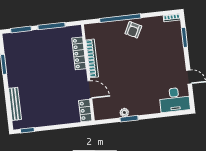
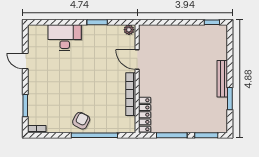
locker: (79, 53) -> (145, 115), moved
desk: (175, 100) -> (65, 38), moved
bench: (15, 104) -> (222, 79), moved
locker: (85, 111) -> (145, 37), removed
plant: (124, 112) -> (129, 30), moved

